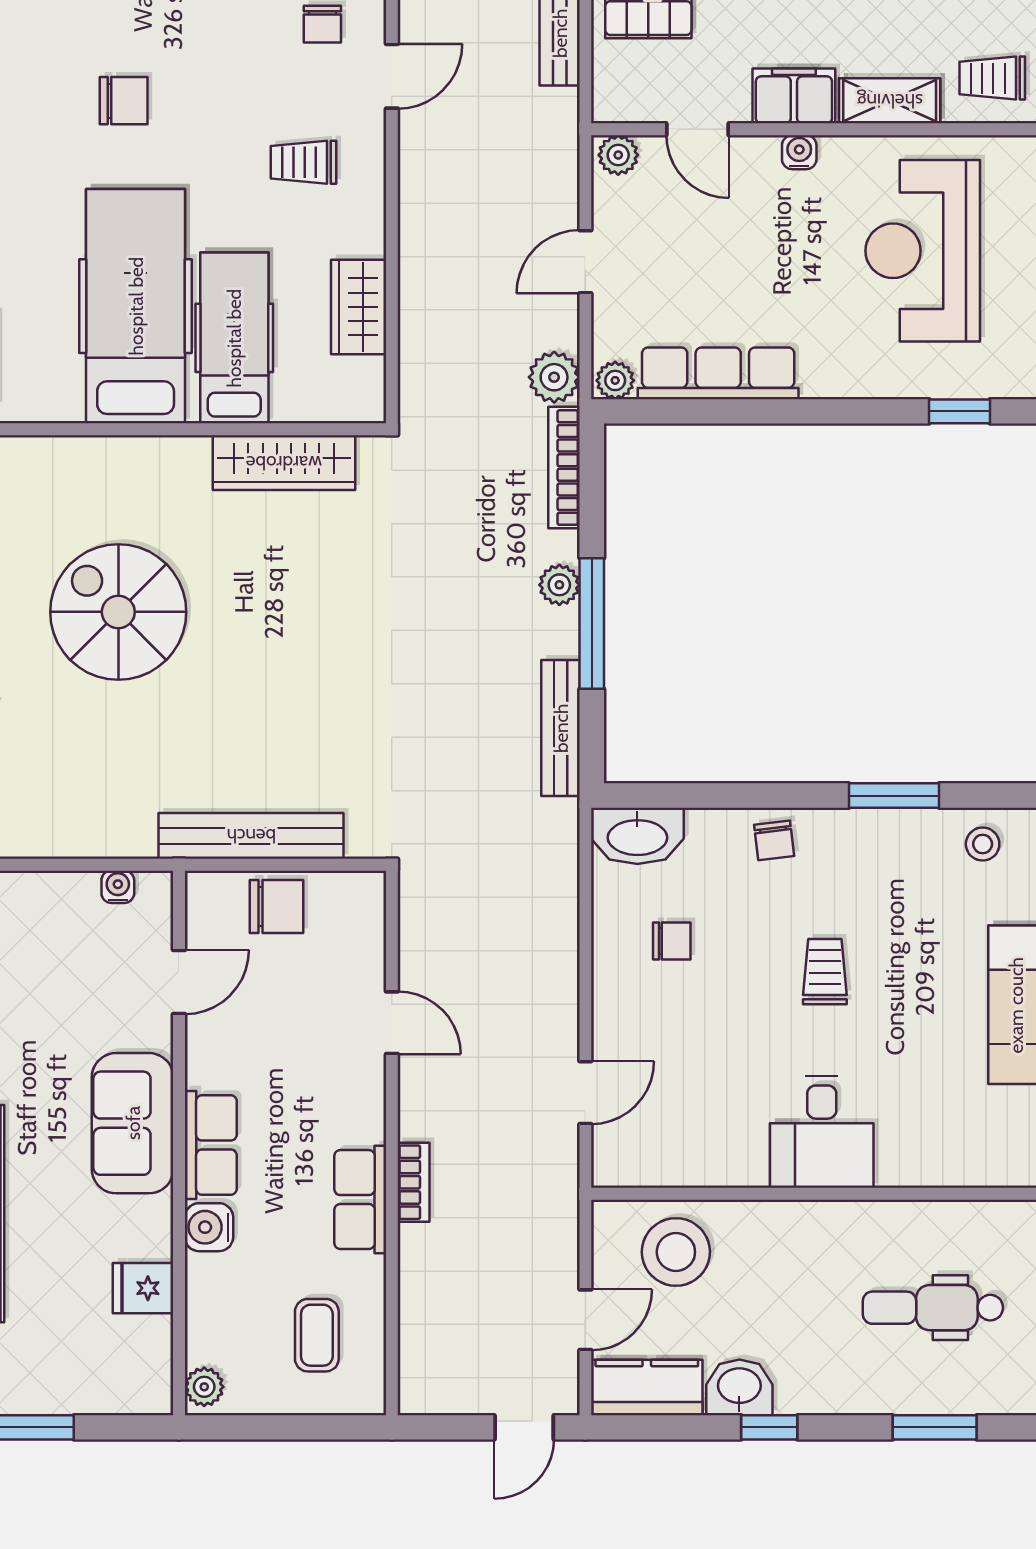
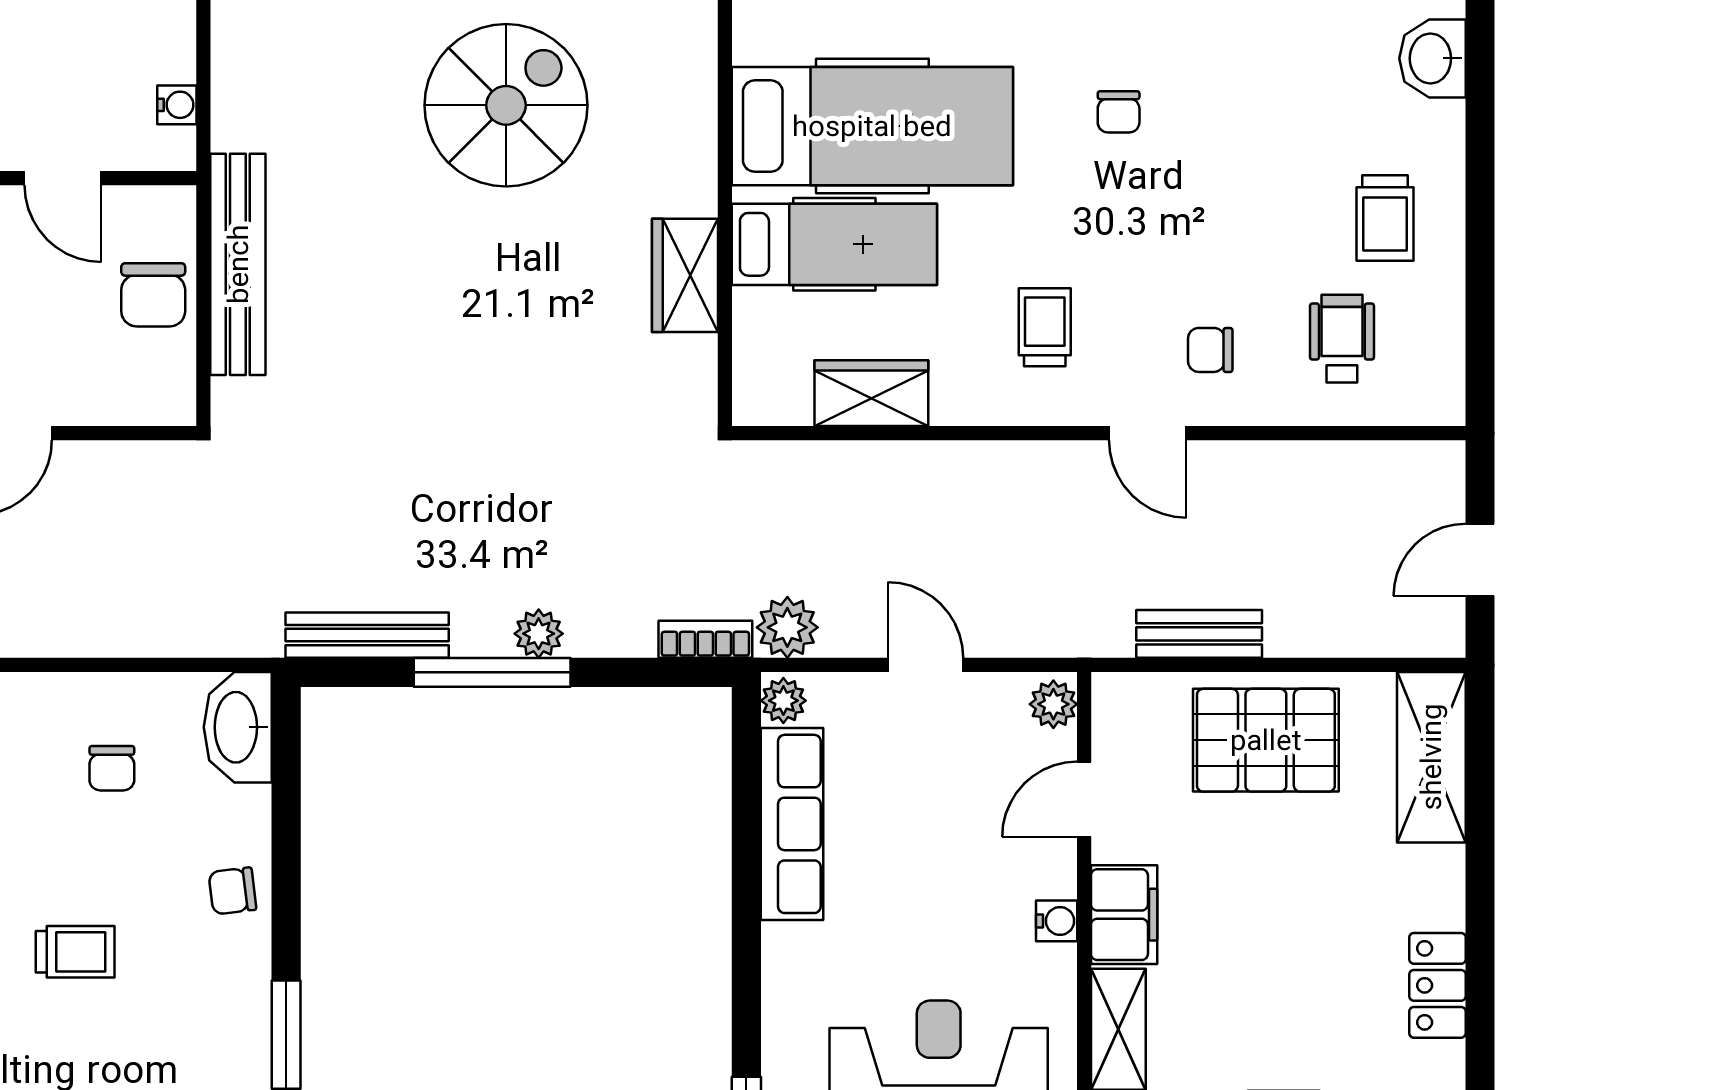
chair: (124, 101) -> (1119, 112), width x0.73, depth x0.73
wardrobe: (284, 463) -> (685, 275), width x0.67
bookcase: (564, 468) -> (705, 639), width x0.64

